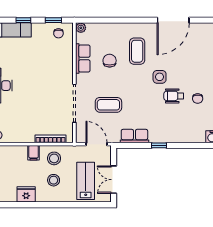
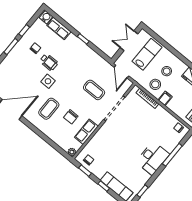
row of seats: (134, 136) -> (59, 28), moved
double door: (114, 180) -> (129, 41), swing flipped
lab bench: (86, 181) -> (147, 54), turned 180

